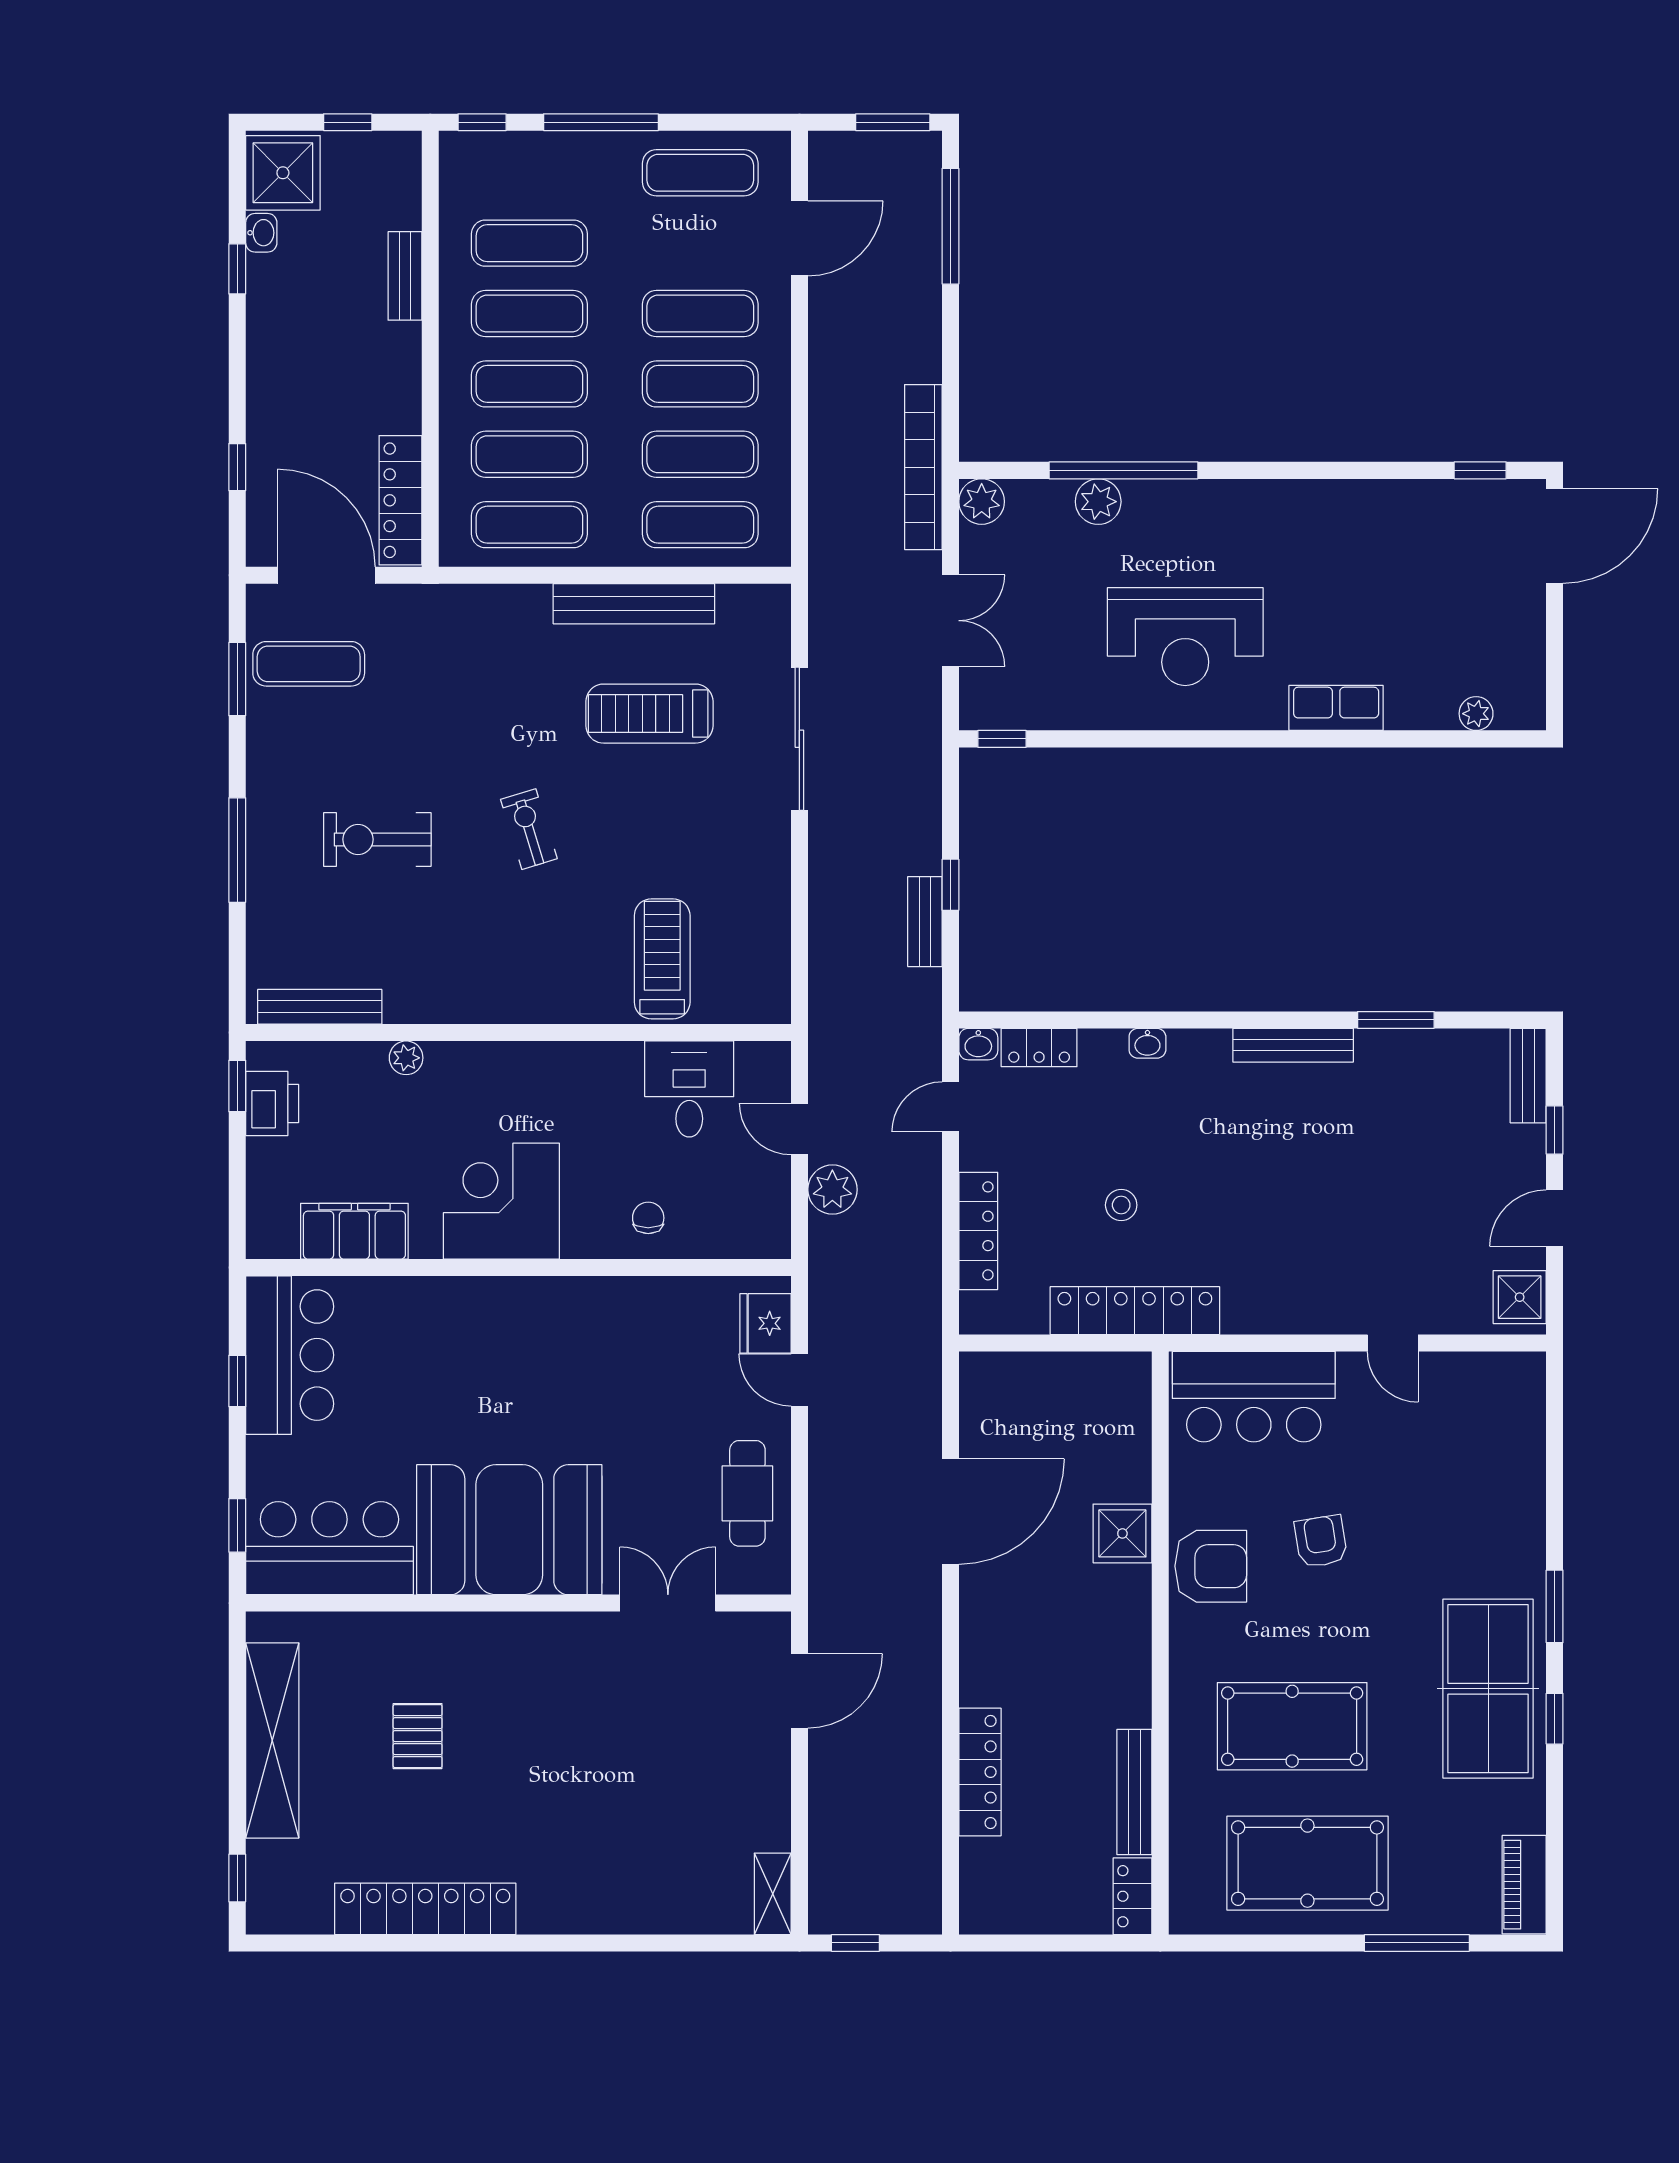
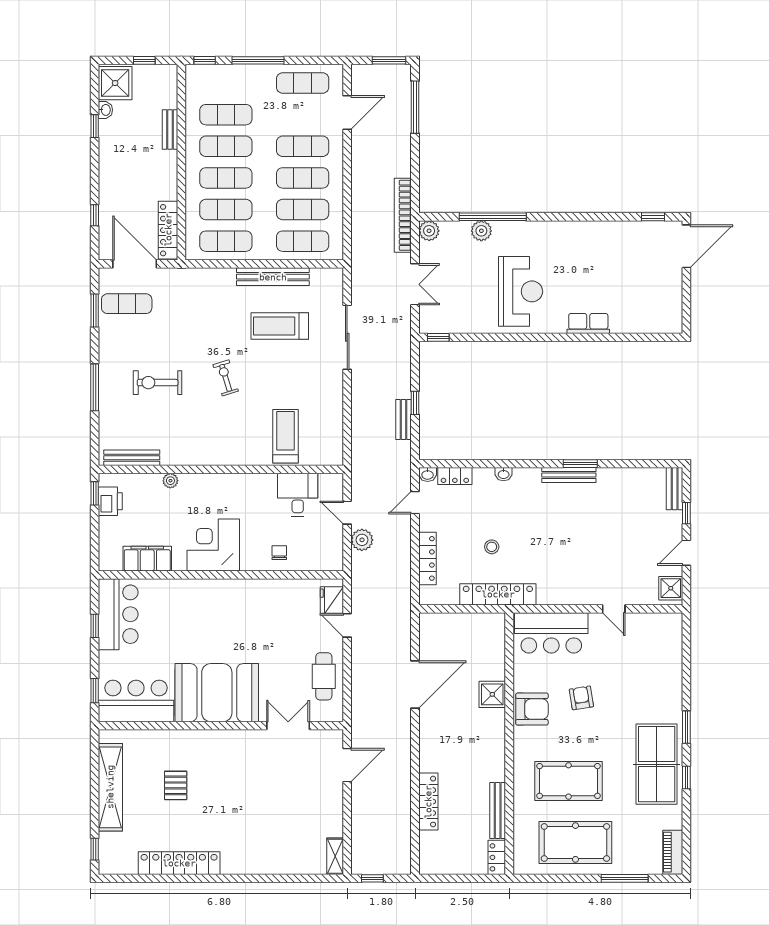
reception desk: (1185, 637) -> (521, 291), turned -90
plant: (1476, 714) -> (651, 326), removed
window: (1396, 1020) -> (580, 464), moved

